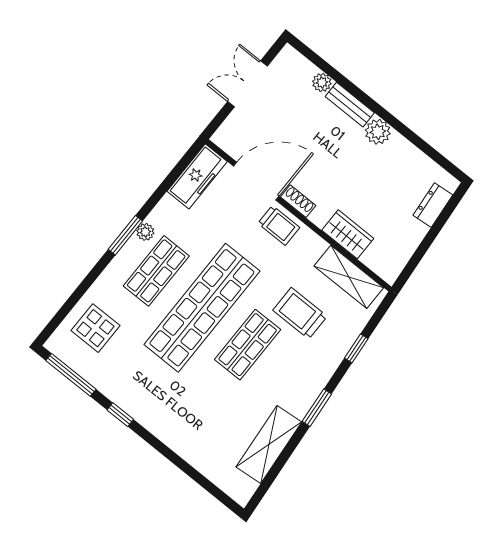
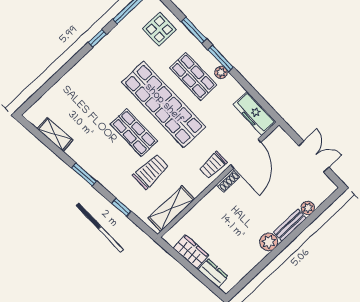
wardrobe: (348, 234) -> (191, 252), moved, turned -95
window: (90, 279) -> (194, 30), added
shelving: (269, 444) -> (55, 134), width x0.67, depth x0.75

